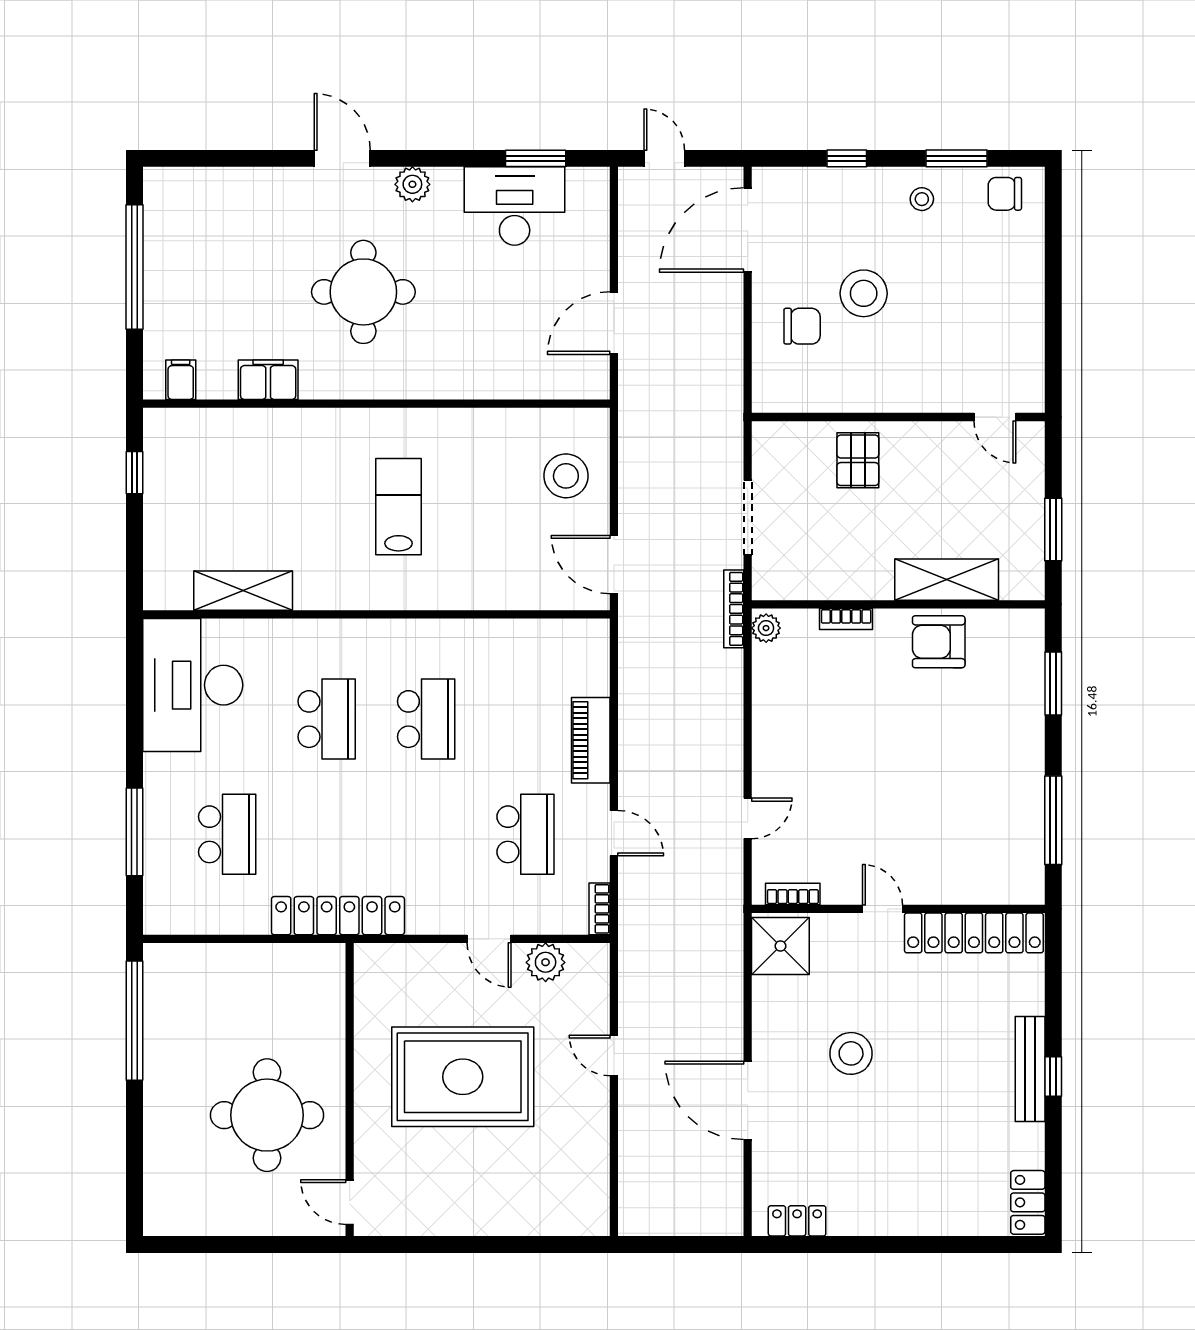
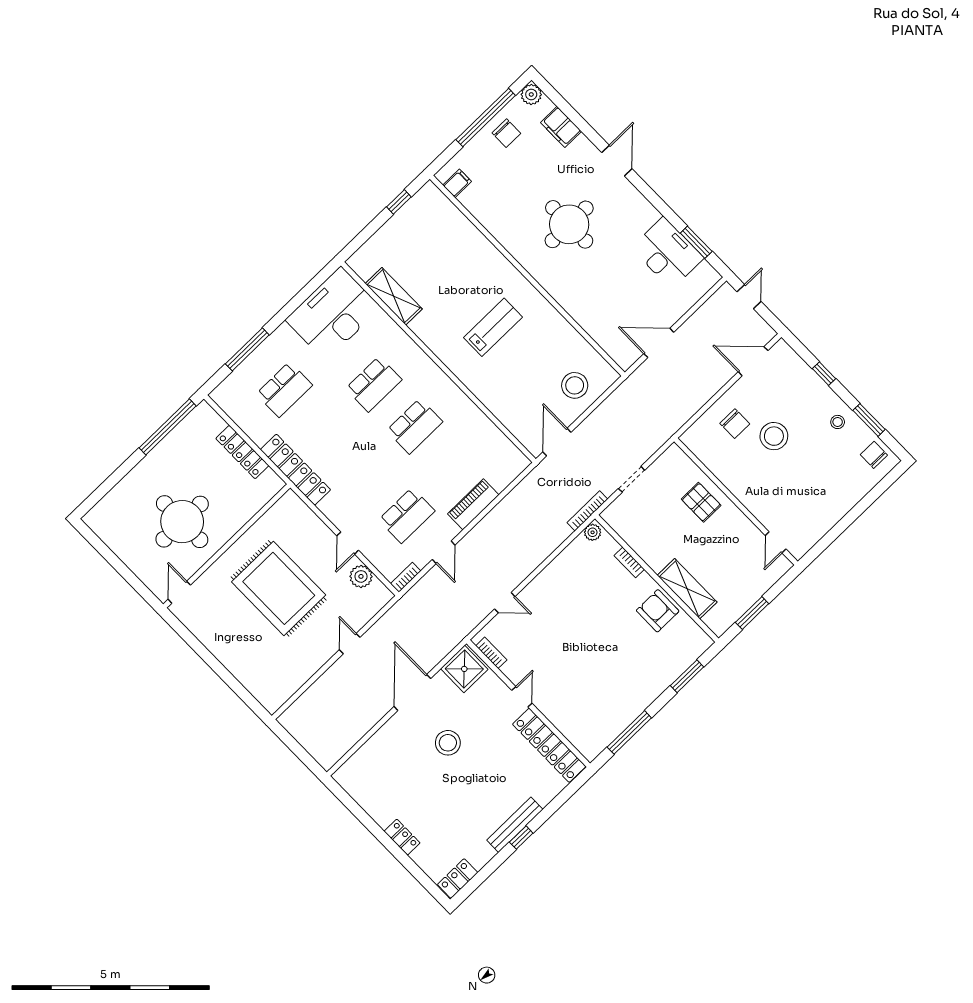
plant: (412, 184) -> (531, 94), moved
door: (748, 230) -> (753, 361), width x0.73
chair: (178, 260) -> (506, 133), added
filing cabinet: (268, 380) -> (561, 127), moved, turned 180
pallet: (858, 460) -> (701, 502), turned 90
doorway: (748, 518) -> (632, 479), width x0.73
locker: (254, 959) -> (242, 452), added
door: (748, 1100) -> (412, 693), moved
locker: (797, 1221) -> (402, 837), moved

